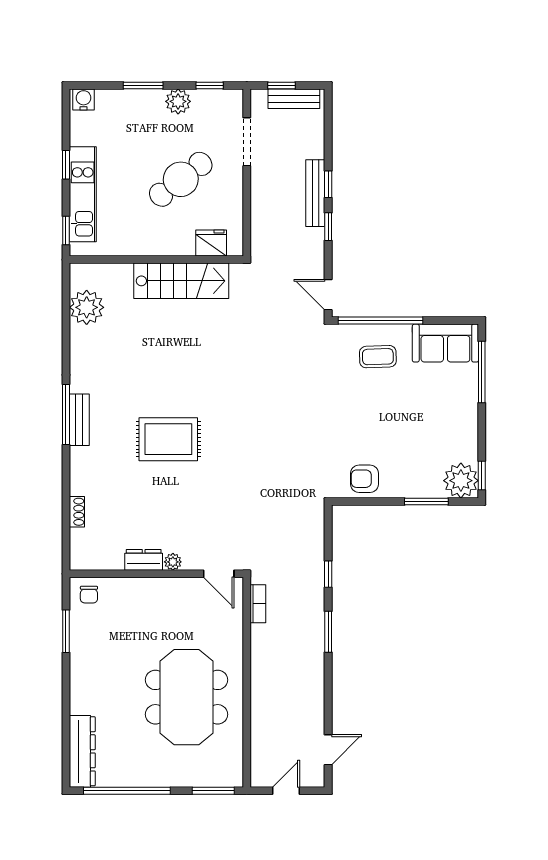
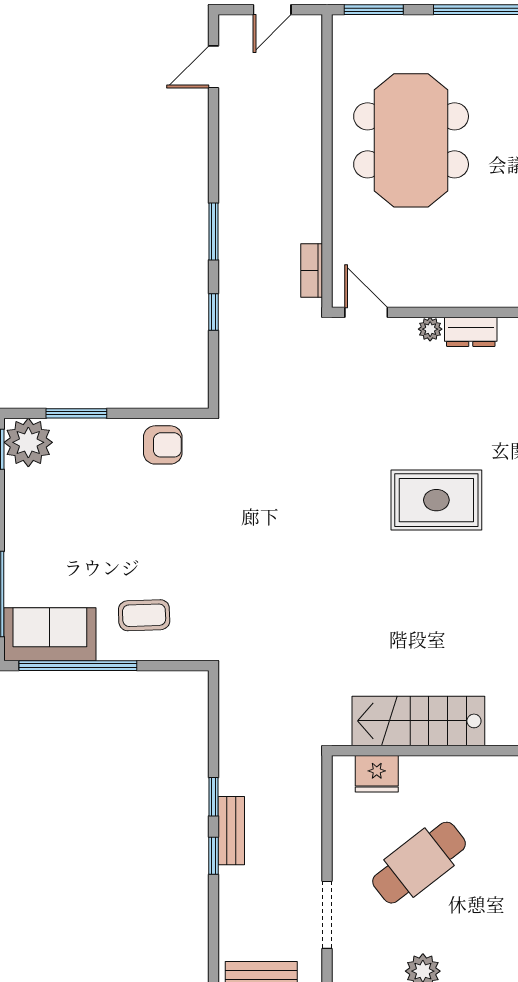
bench: (315, 193) -> (231, 831), width x0.73
door: (328, 295) -> (213, 702), removed
window: (380, 321) -> (78, 666), moved

